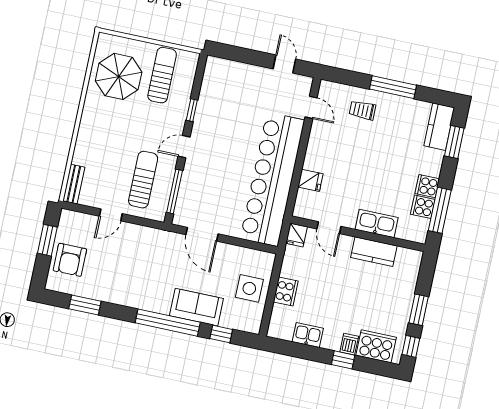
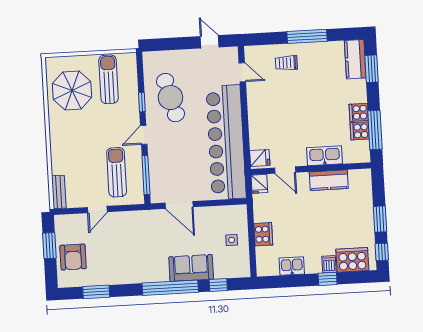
cafe table: (225, 114) -> (170, 98), added
fridge: (310, 180) -> (260, 158), moved
side table: (249, 288) -> (232, 240), width x0.54, depth x0.54

